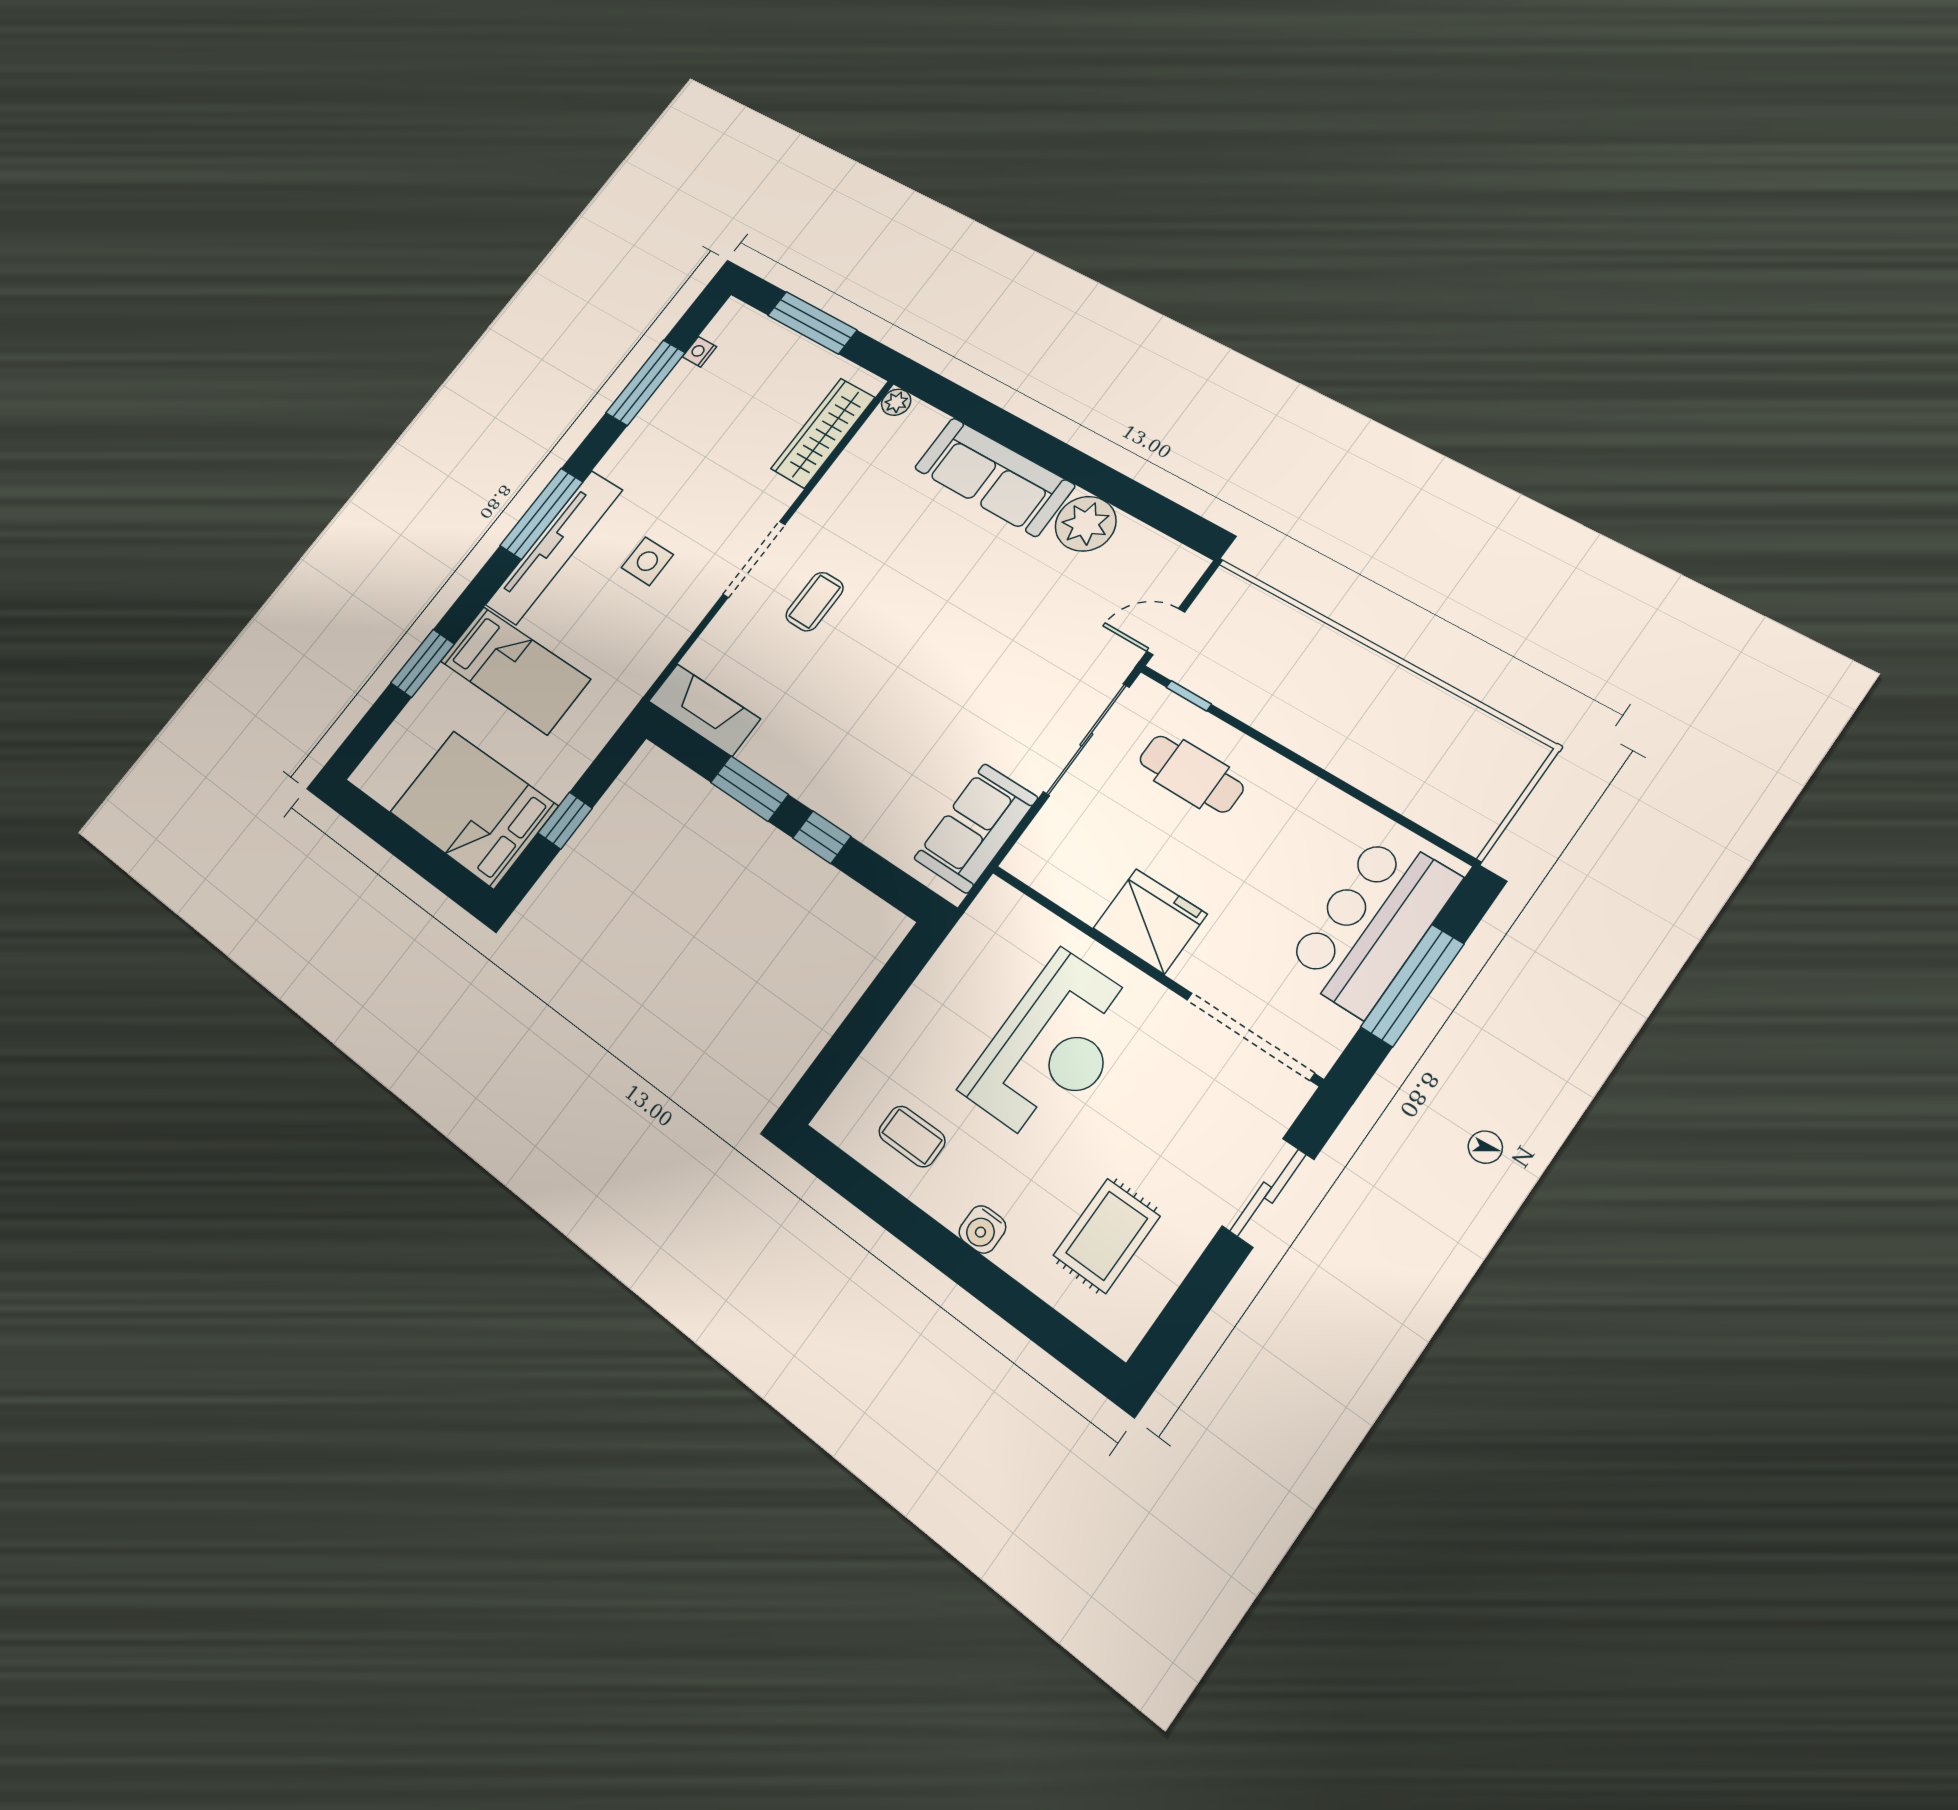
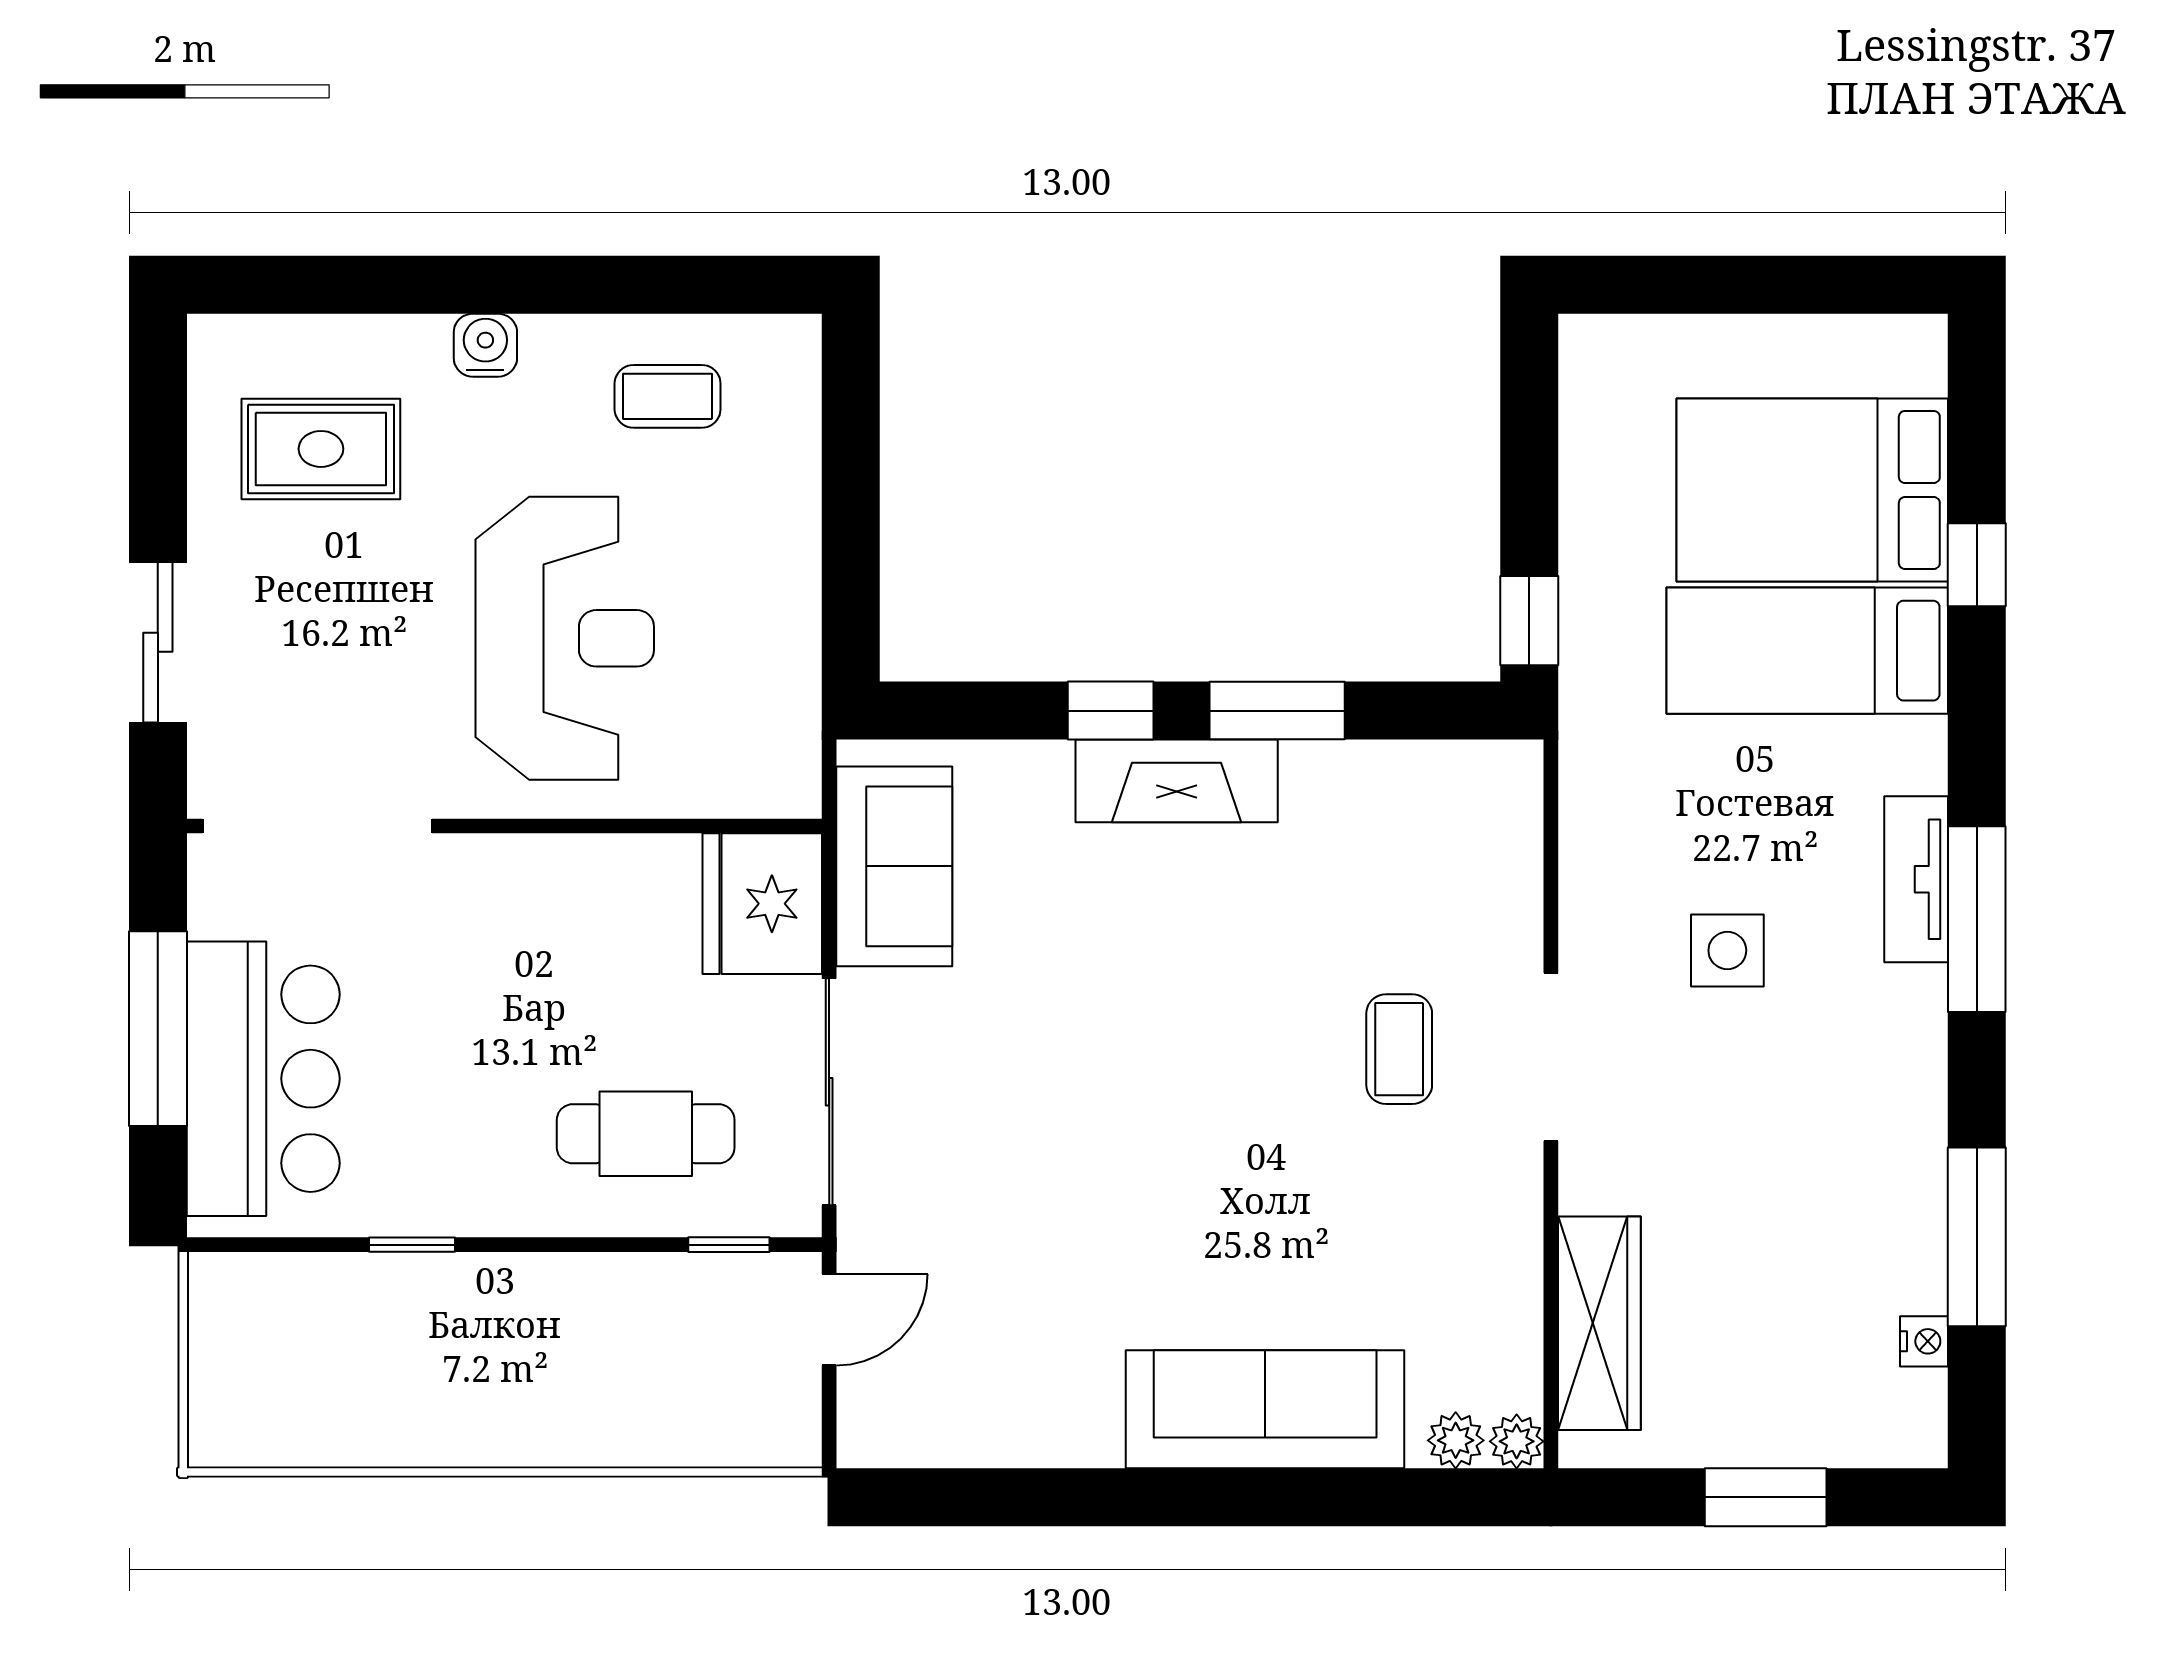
window: (812, 323) -> (1766, 1497), width x0.69
plant: (1086, 524) -> (1456, 1440), moved, width x0.53, depth x0.53
tv unit: (554, 547) -> (1916, 879), width x0.52, depth x0.78
window: (422, 663) -> (1977, 565), width x0.67
fireplace: (704, 710) -> (1177, 781), moved
window: (1351, 791) -> (412, 1245), added
bed: (473, 809) -> (1812, 490), moved, turned 180
window: (565, 821) -> (1529, 621), moved
fridge: (1150, 921) -> (762, 904), moved, turned 90
reception desk: (1053, 1048) -> (565, 638), turned 180
rug: (1107, 1236) -> (321, 449), turned 90

